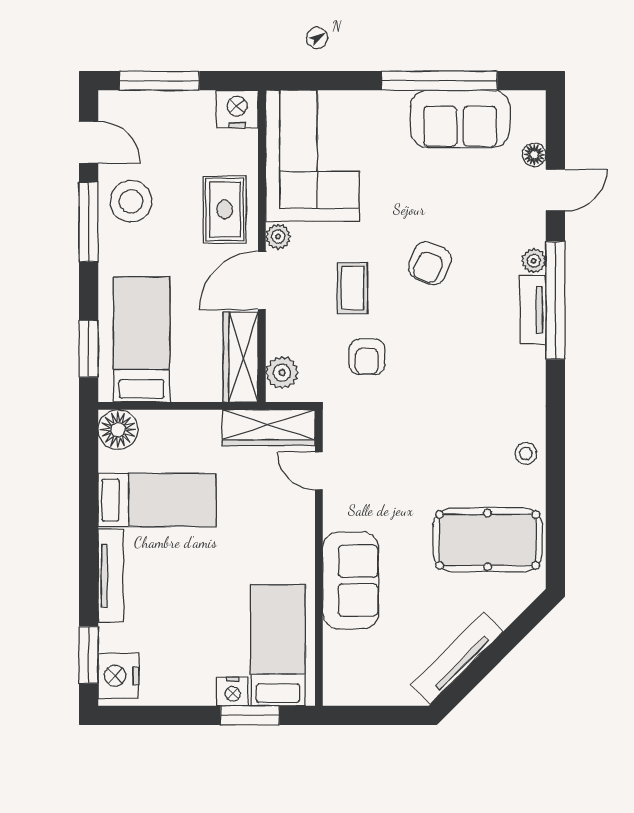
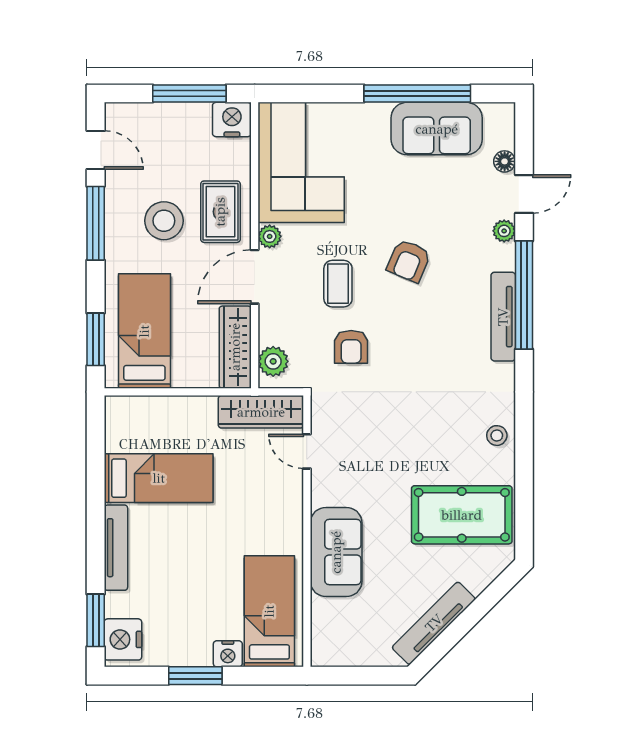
window: (159, 81) -> (189, 94), moved
stool: (131, 201) -> (164, 221), moved
plant: (534, 261) -> (504, 231), moved
tv unit: (533, 310) -> (503, 317), width x1.41
floor lamp: (118, 430) -> (123, 414), removed
window: (250, 715) -> (195, 676), moved

